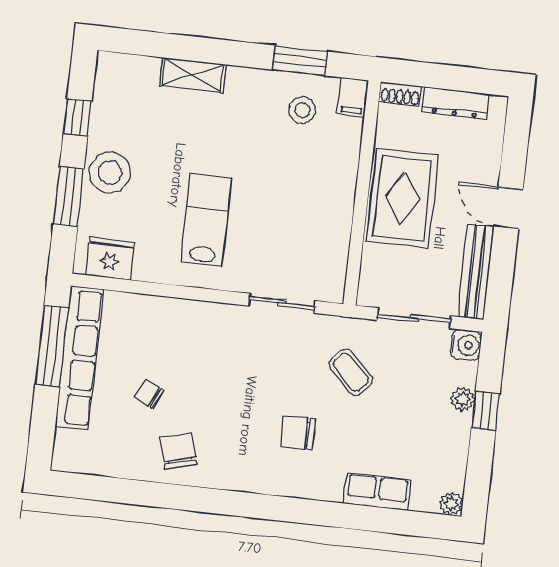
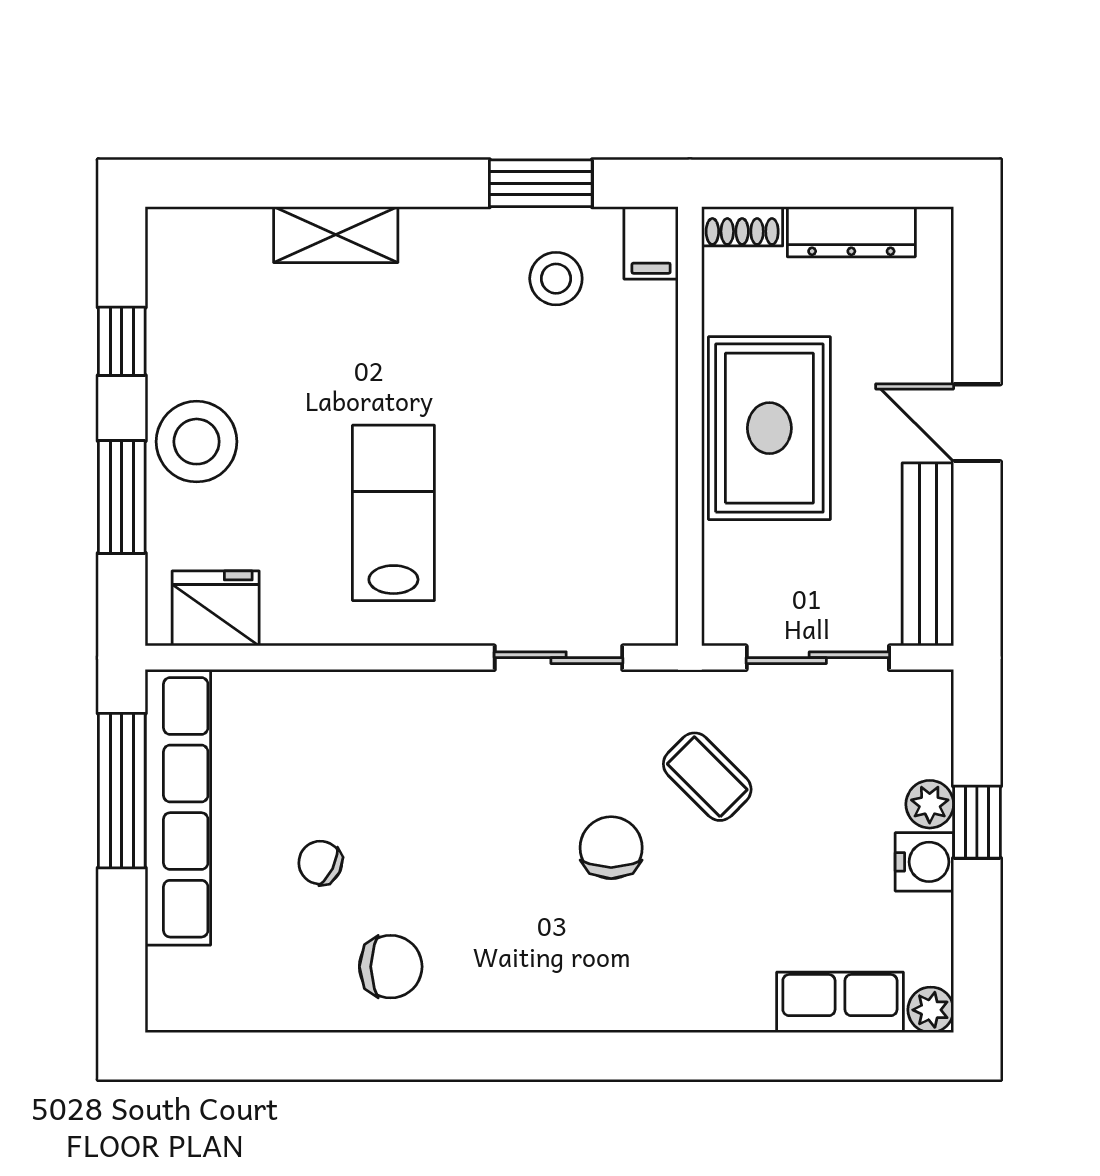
water cooler: (466, 345) -> (924, 862), moved
chair: (298, 433) -> (611, 848), moved, turned 90
chair: (179, 451) -> (391, 967), turned 105
row of seats: (377, 492) -> (840, 1002), moved

